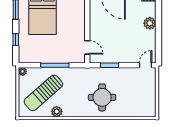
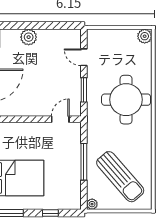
door: (146, 65) -> (84, 57), moved
round table: (102, 97) -> (126, 100), width x1.36, depth x1.36
plant: (57, 112) -> (145, 36), moved

